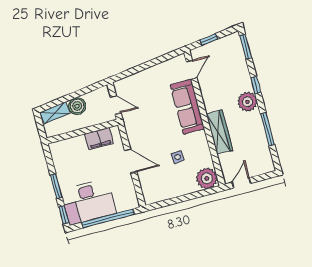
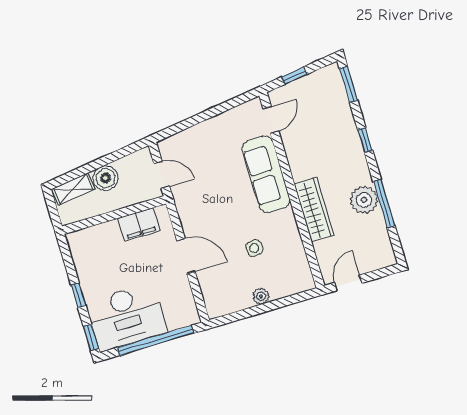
plant: (247, 102) -> (364, 200), moved
plant: (207, 178) -> (261, 296), moved, width x0.53, depth x0.53
window: (56, 186) -> (78, 296), width x0.67

